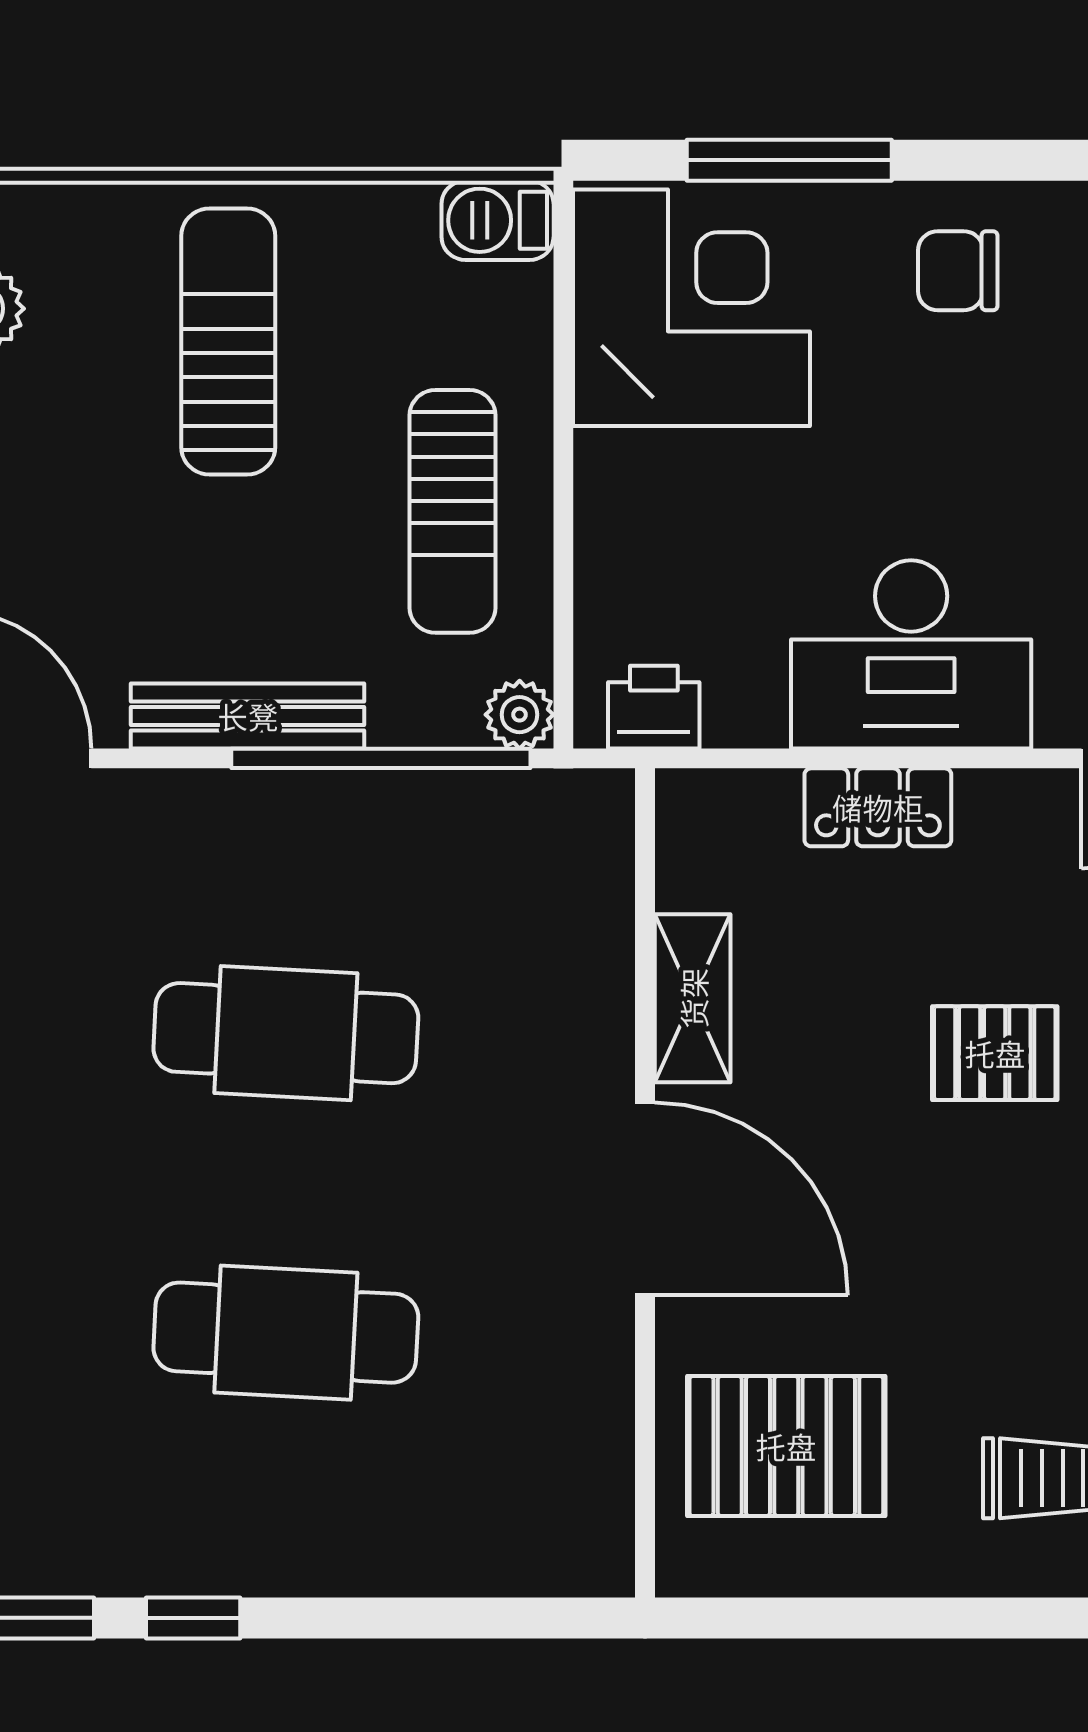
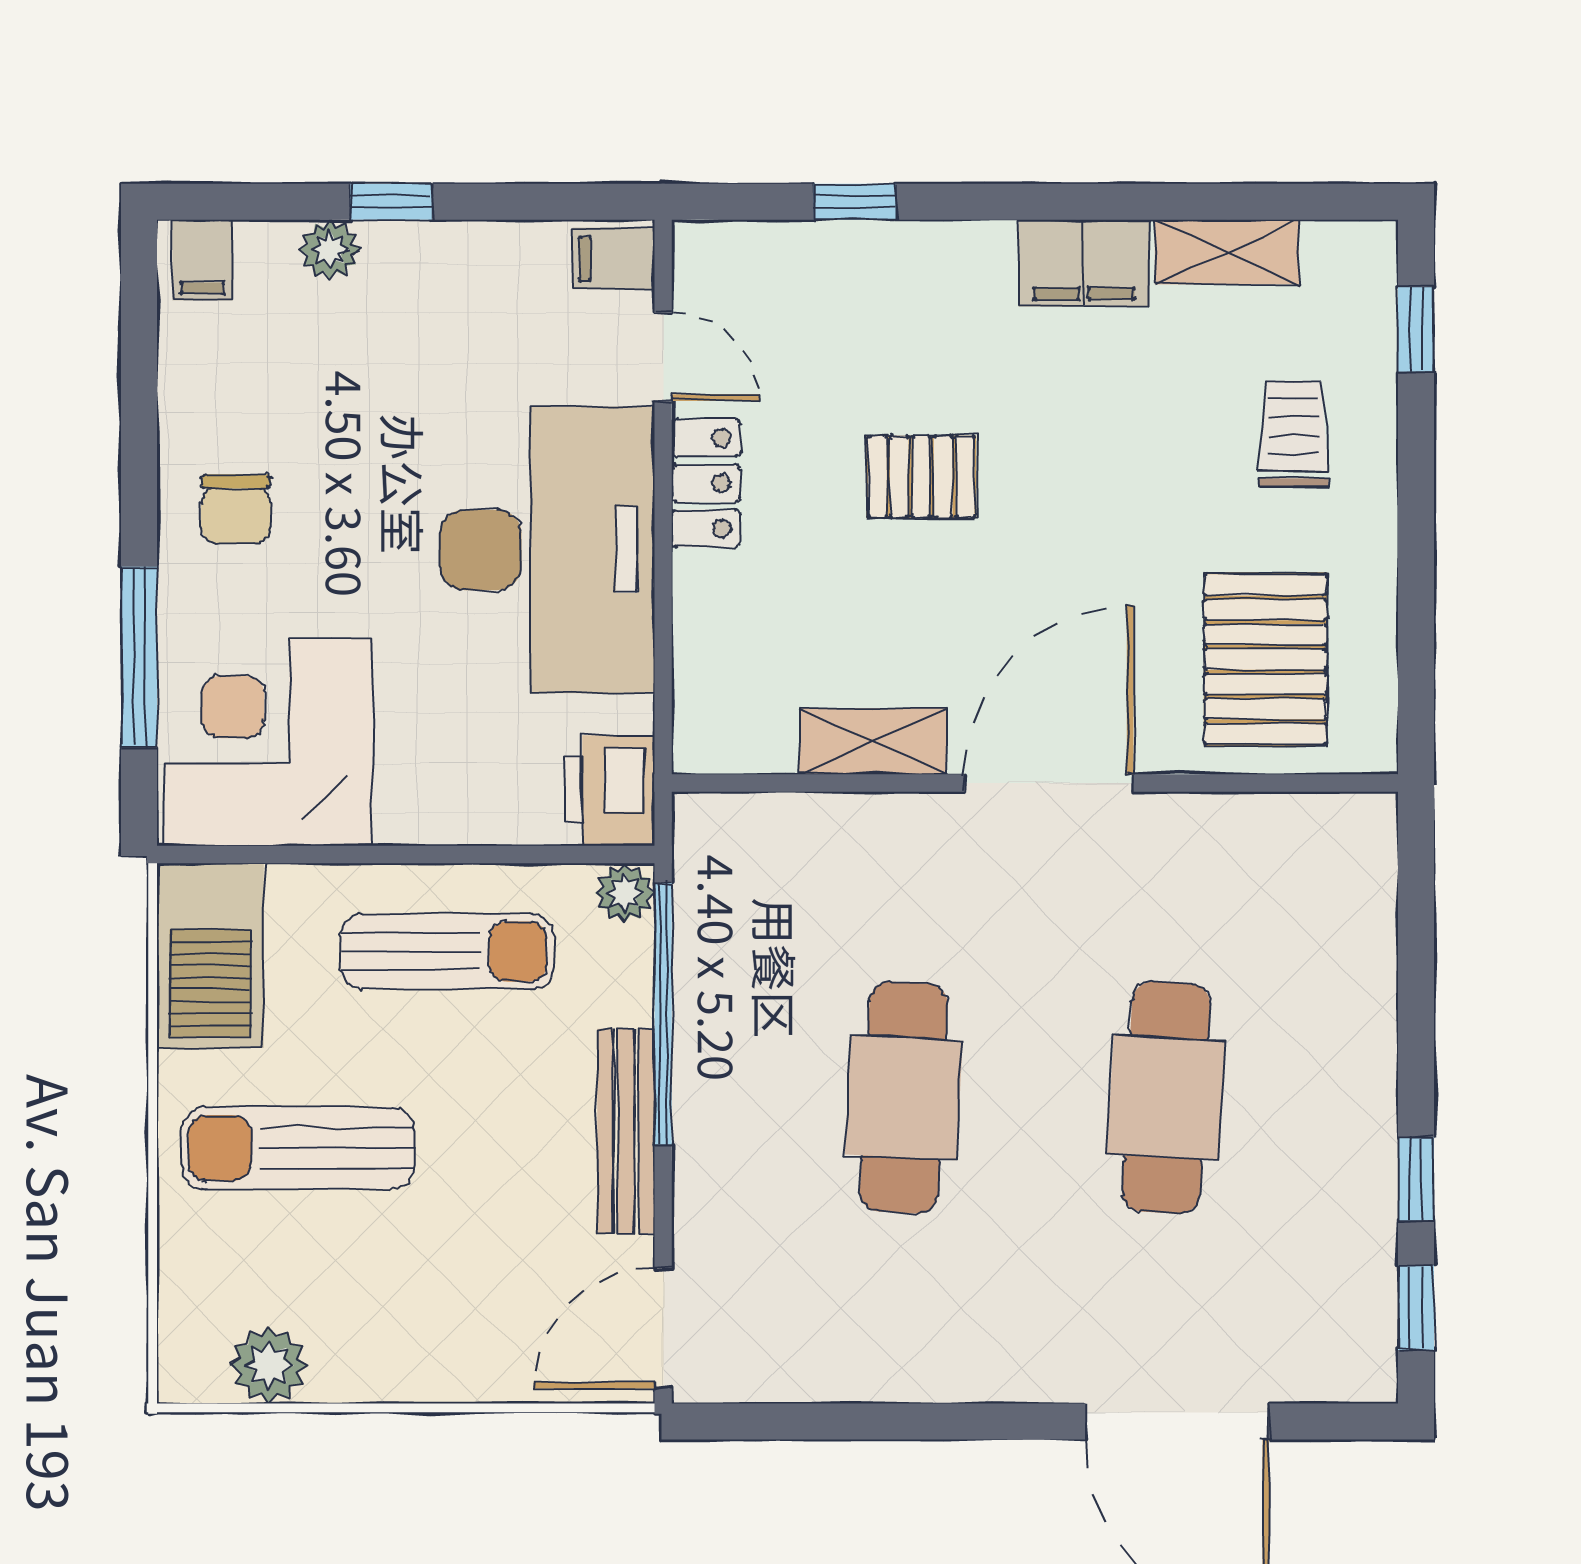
barbecue: (498, 220) -> (210, 956), width x1.88, depth x1.53
desk: (911, 654) -> (547, 550), width x1.36, depth x1.30
printer: (654, 707) -> (609, 790), width x1.36, depth x1.24
locker: (878, 807) -> (706, 483), moved
pallet: (995, 1053) -> (921, 477), turned 90

